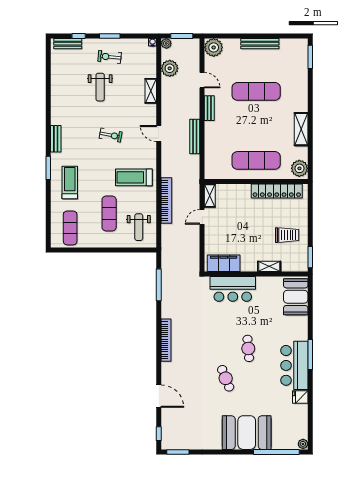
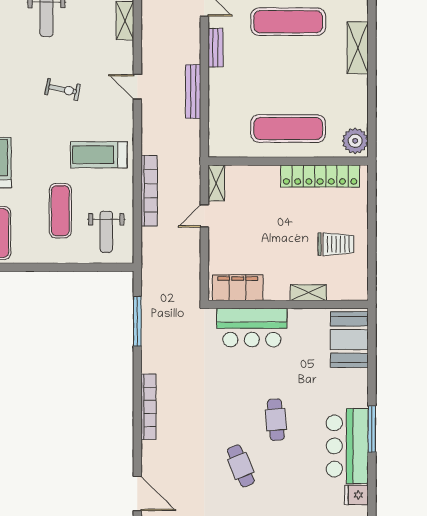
shelving: (301, 129) -> (358, 48), moved
window: (310, 257) -> (372, 278), removed

